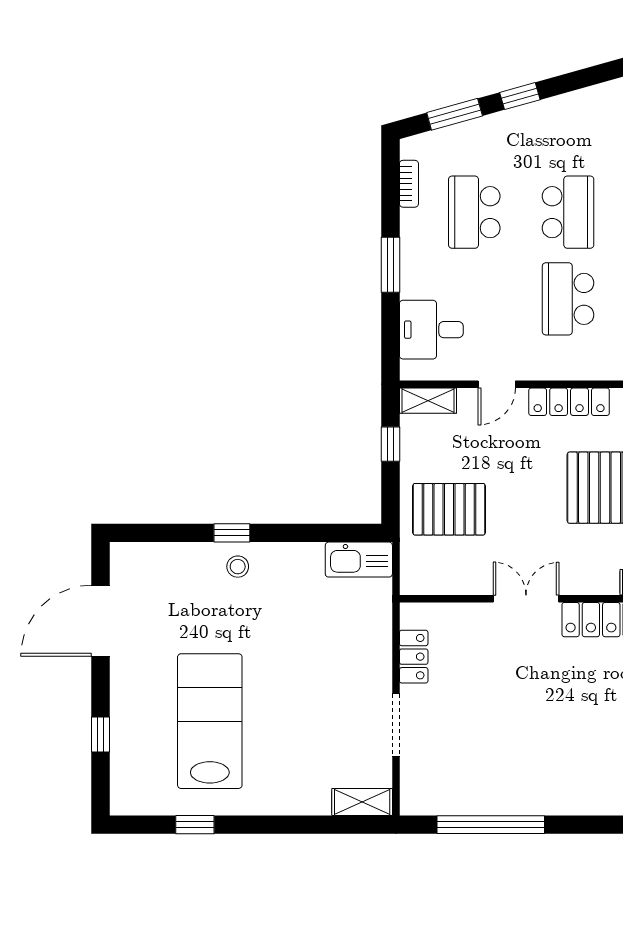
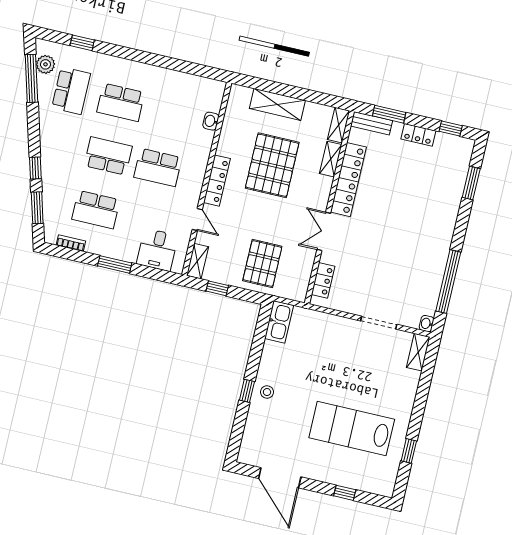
locker: (414, 657) -> (323, 280), moved, turned 90
washbasin: (413, 805) -> (427, 324), added

